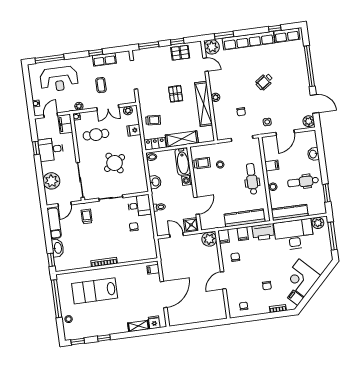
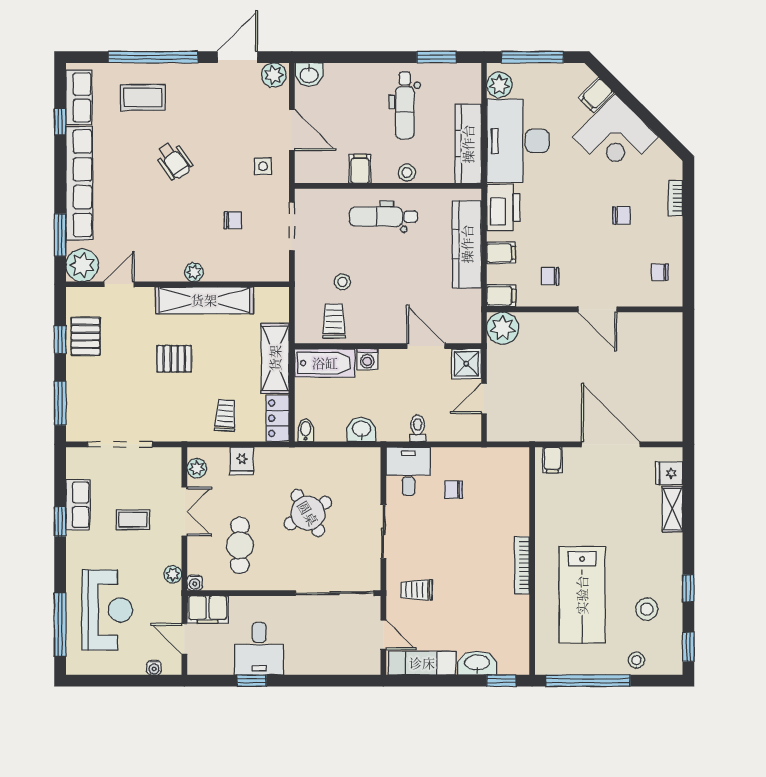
coffee table: (291, 64) -> (143, 97), added
washbasin: (313, 154) -> (309, 75), moved
plant: (51, 181) -> (328, 657), removed
filing cabinet: (296, 298) -> (596, 95), moved
stool: (92, 321) -> (647, 609), added

